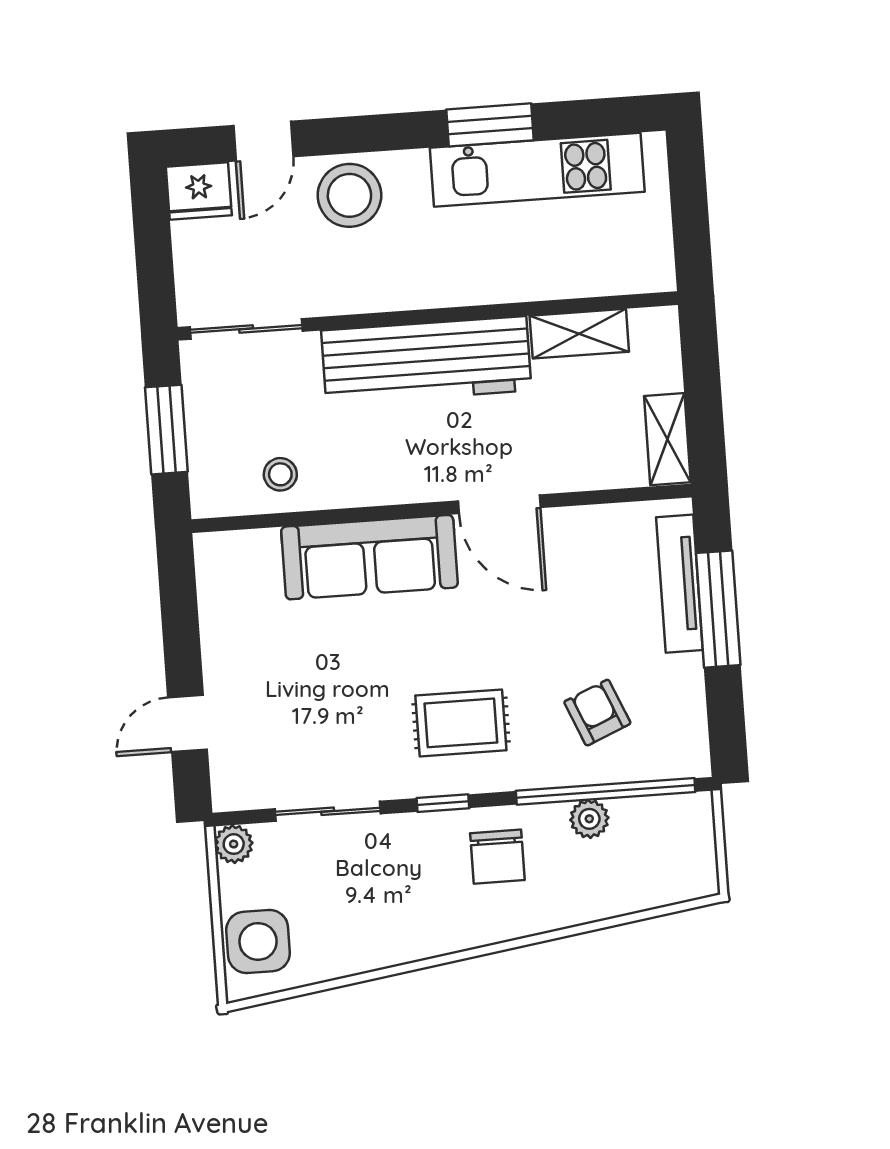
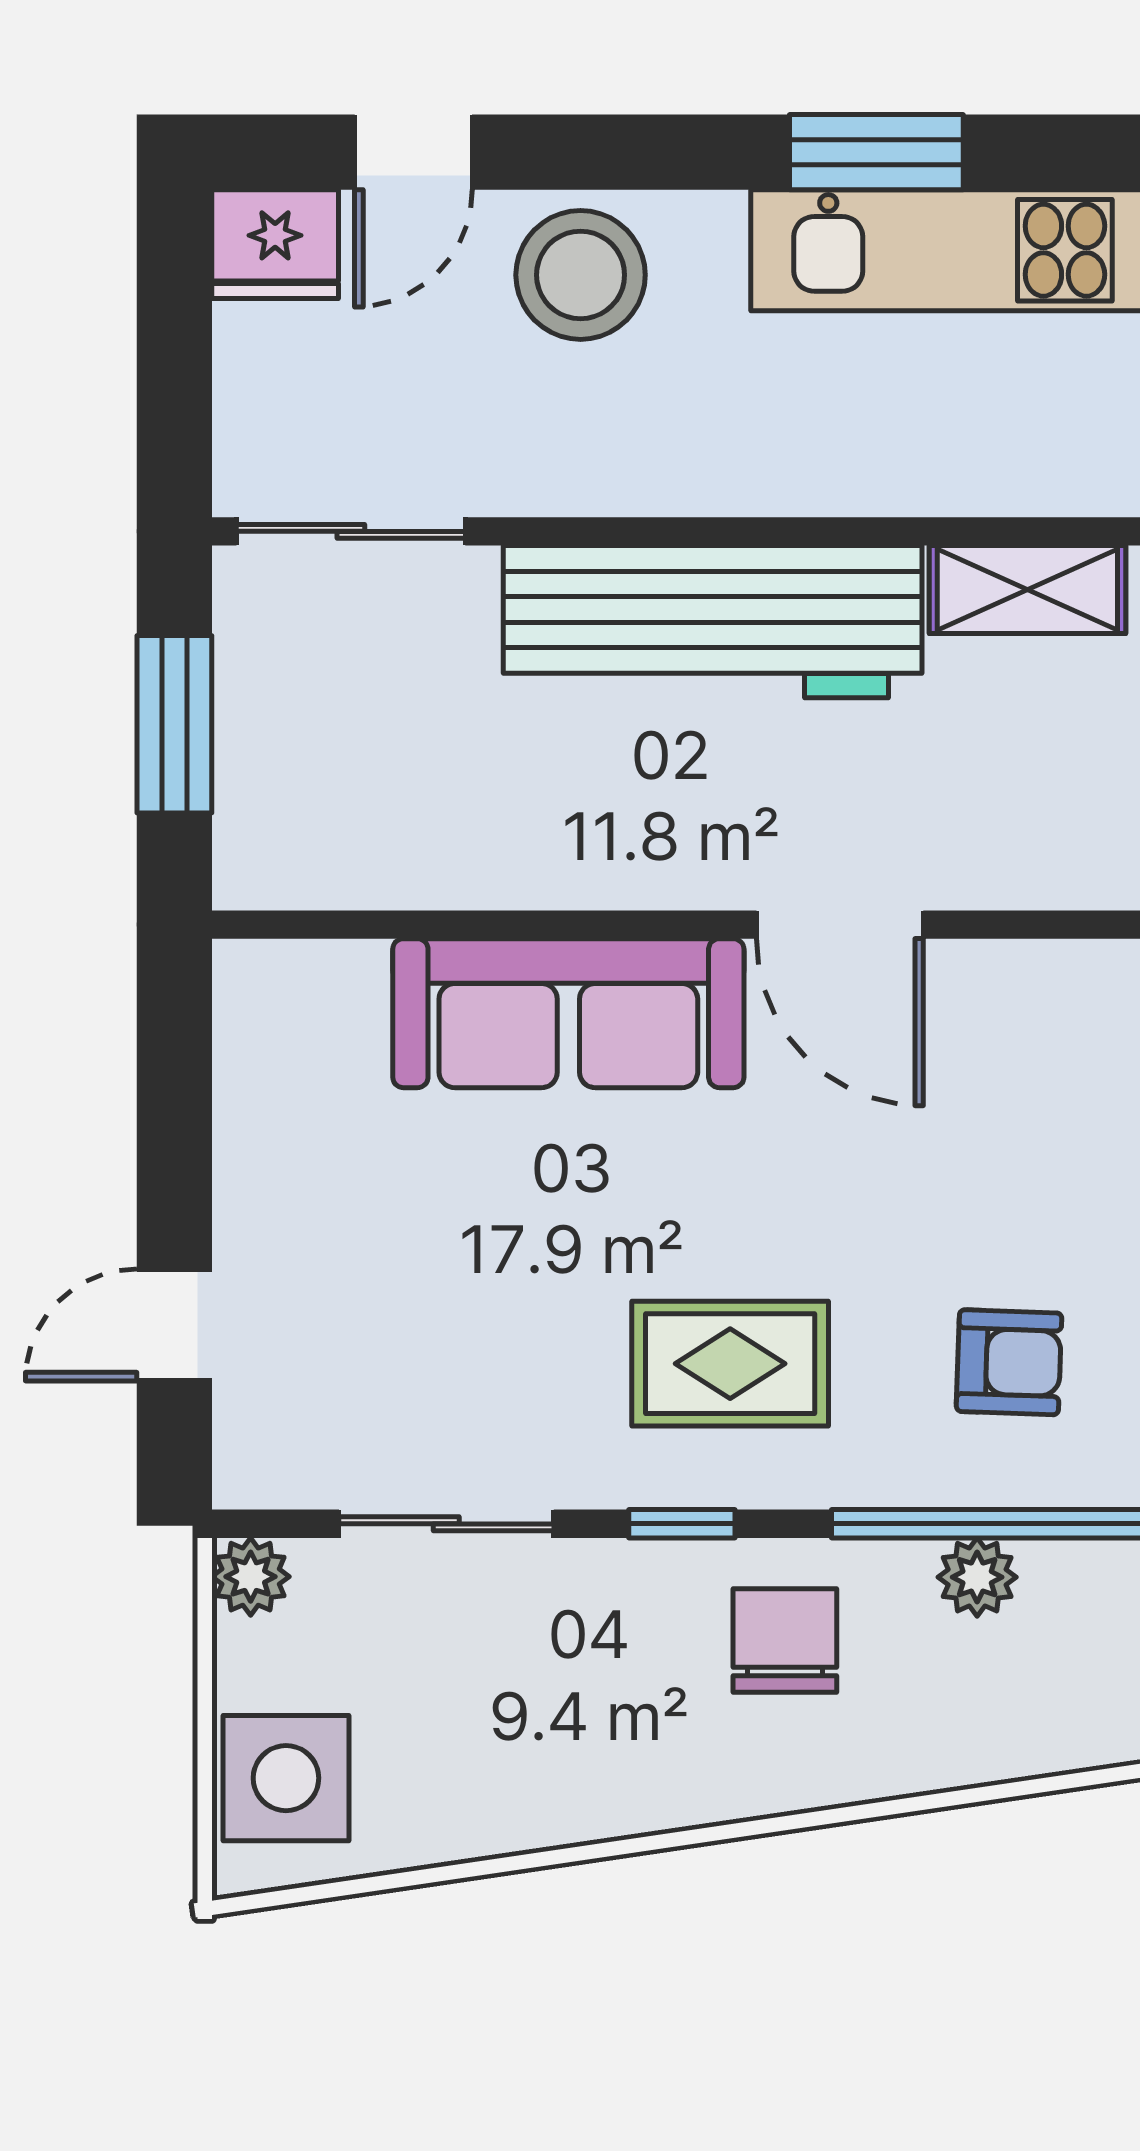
stool: (280, 474) -> (399, 832), removed
armchair: (597, 713) -> (1009, 1362), turned 115
chair: (497, 857) -> (785, 1640), turned 180

